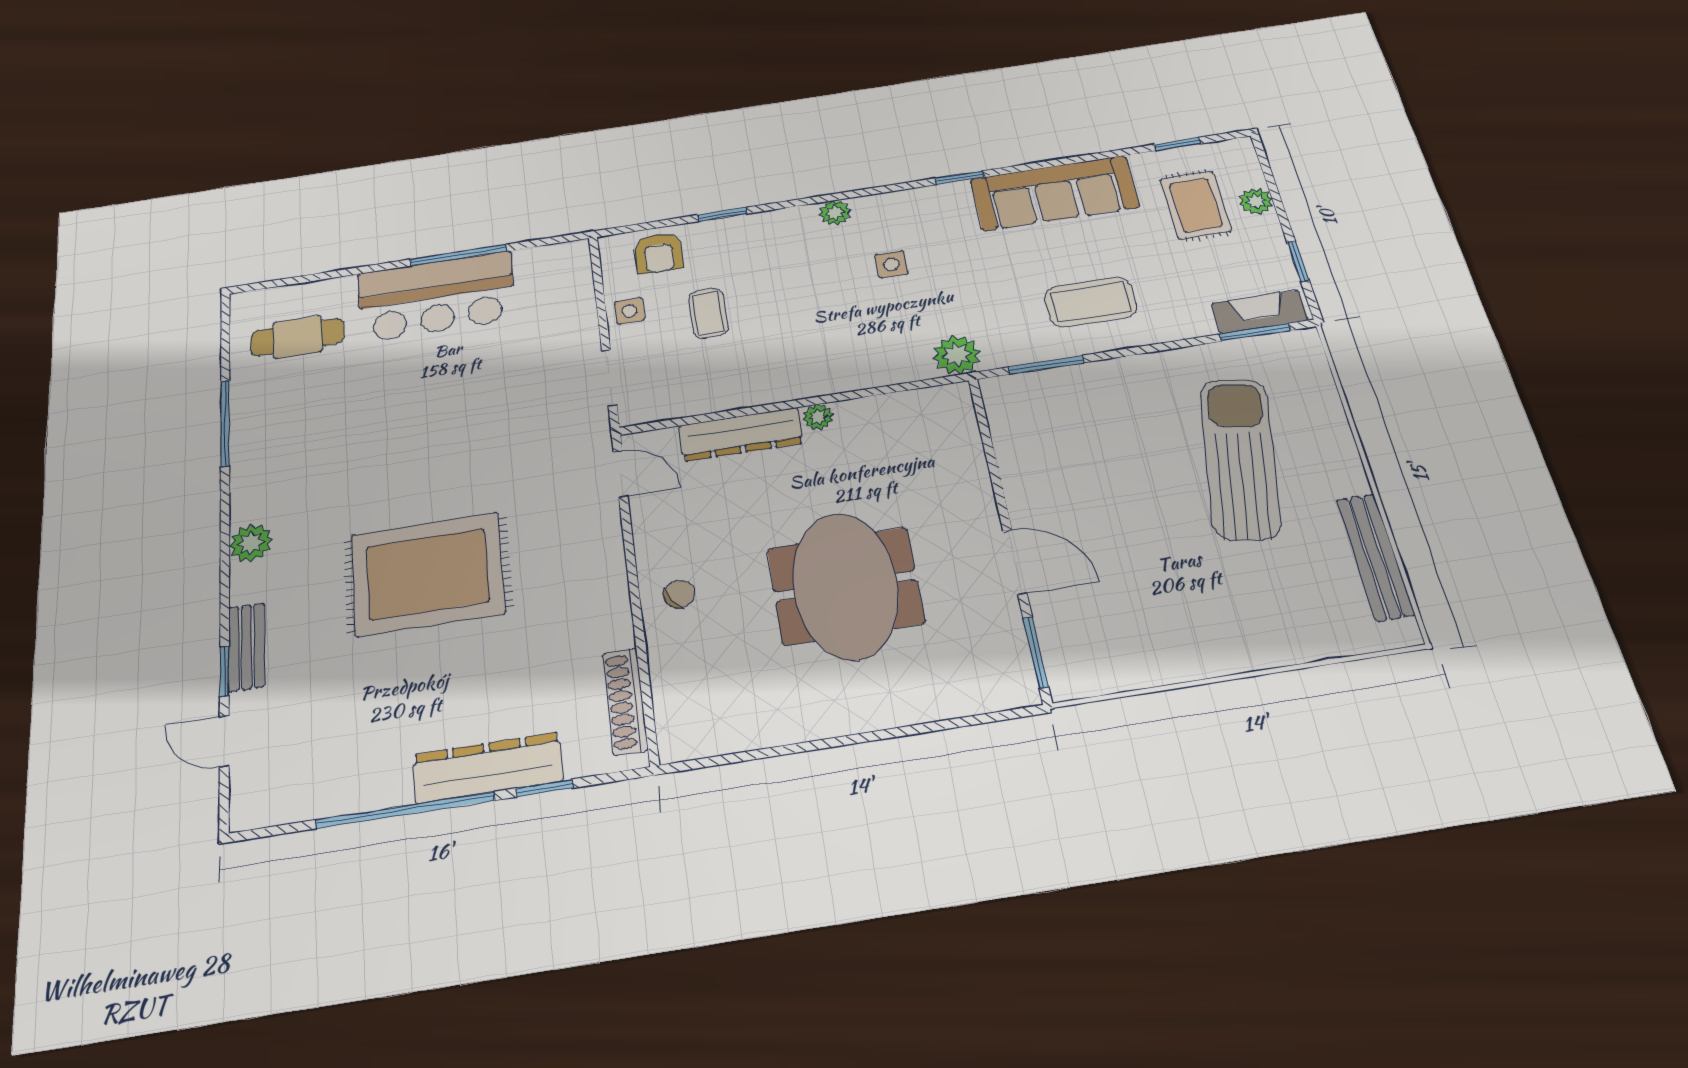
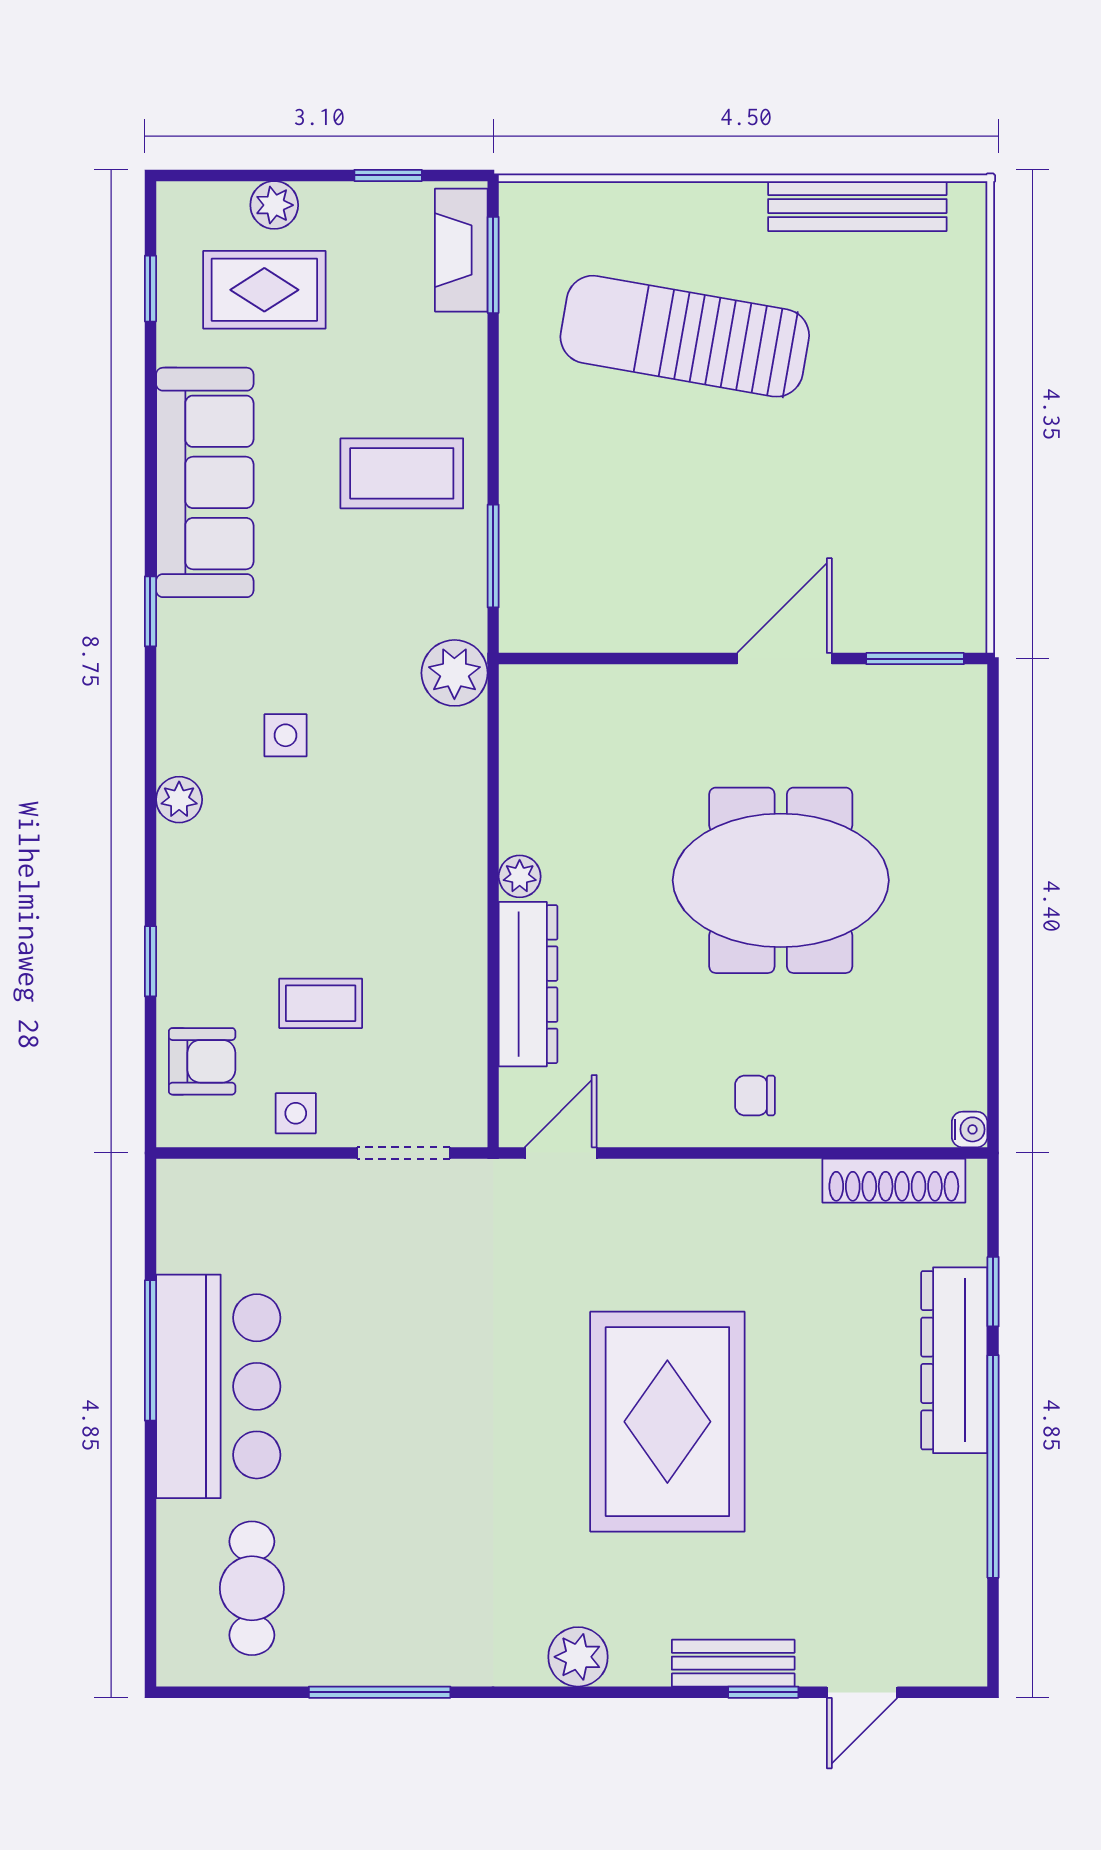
coffee table: (1091, 302) -> (402, 473), turned 90
chair: (679, 594) -> (755, 1095), turned -59
water cooler: (672, 750) -> (970, 1129), added

